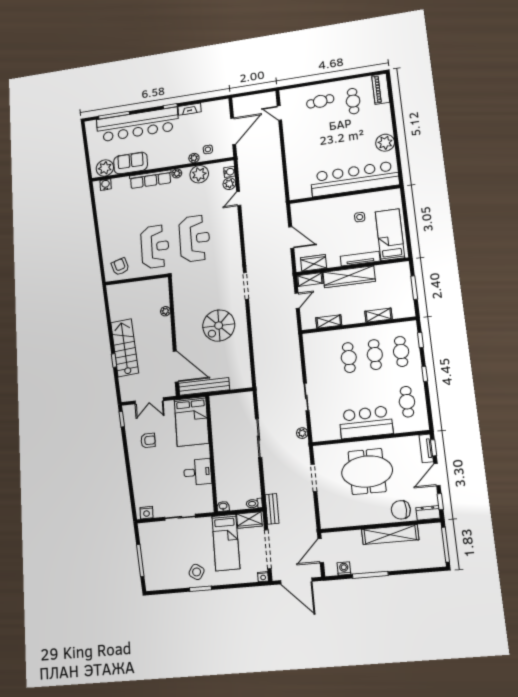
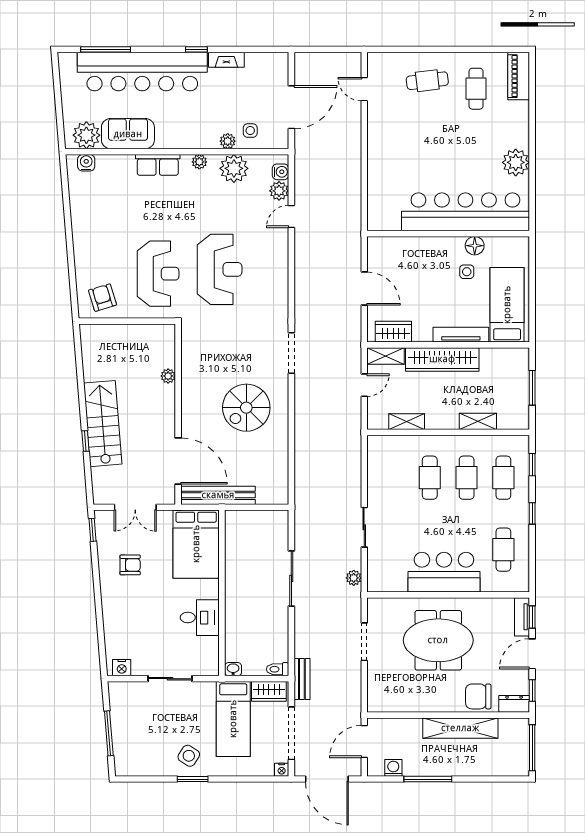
row of seats: (150, 179) -> (158, 165), width x0.68
floor lamp: (363, 200) -> (475, 246), added

